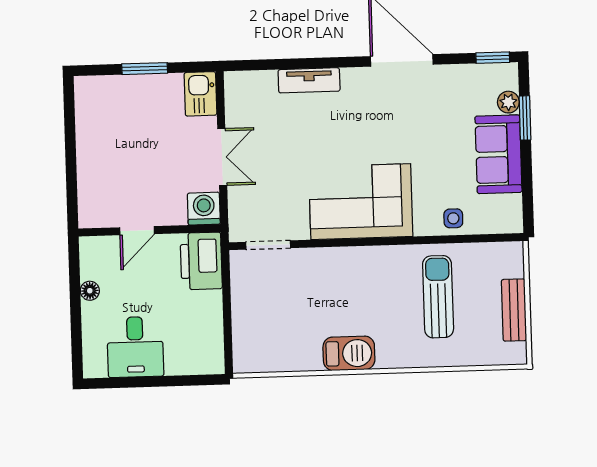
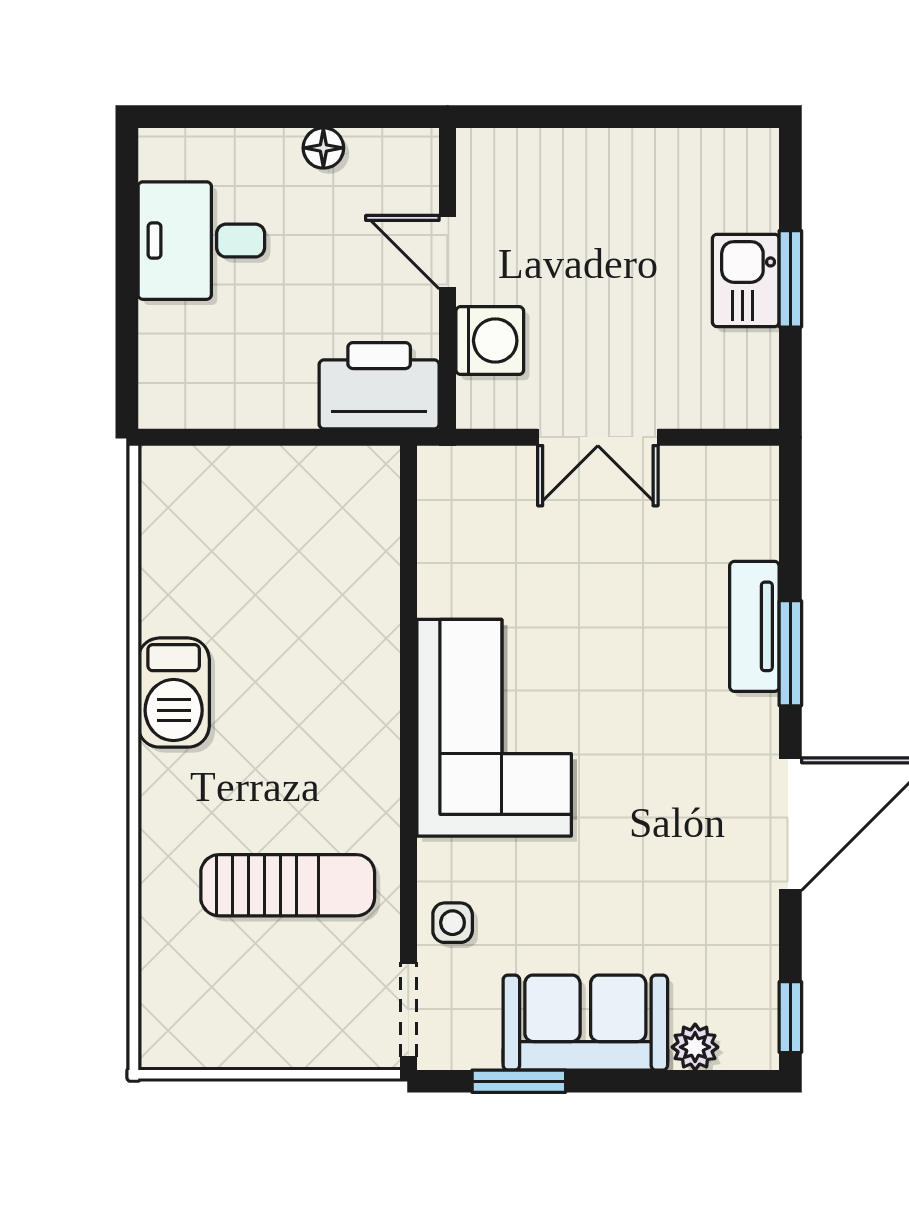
window: (321, 63) -> (790, 653), added
kitchen sink: (200, 94) -> (746, 280), moved, turned -90
window: (525, 118) -> (519, 1081), moved
washing machine: (204, 209) -> (490, 341), moved
doorway: (268, 245) -> (408, 1010), moved
bench: (514, 310) -> (254, 1045), removed

